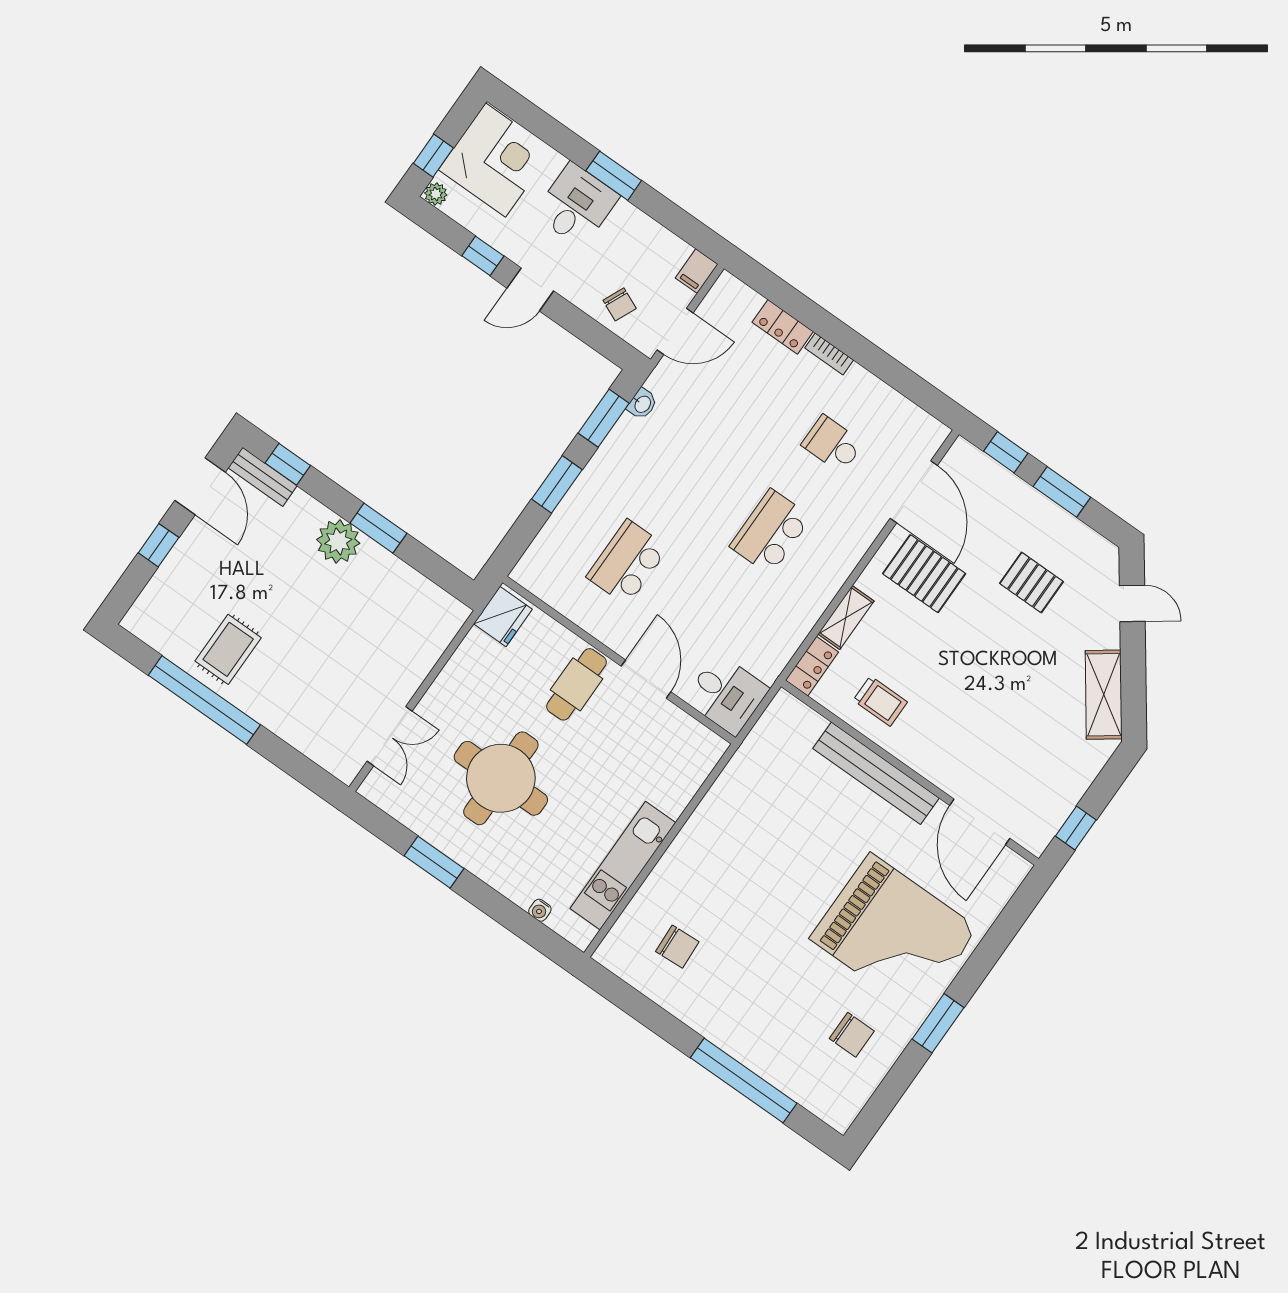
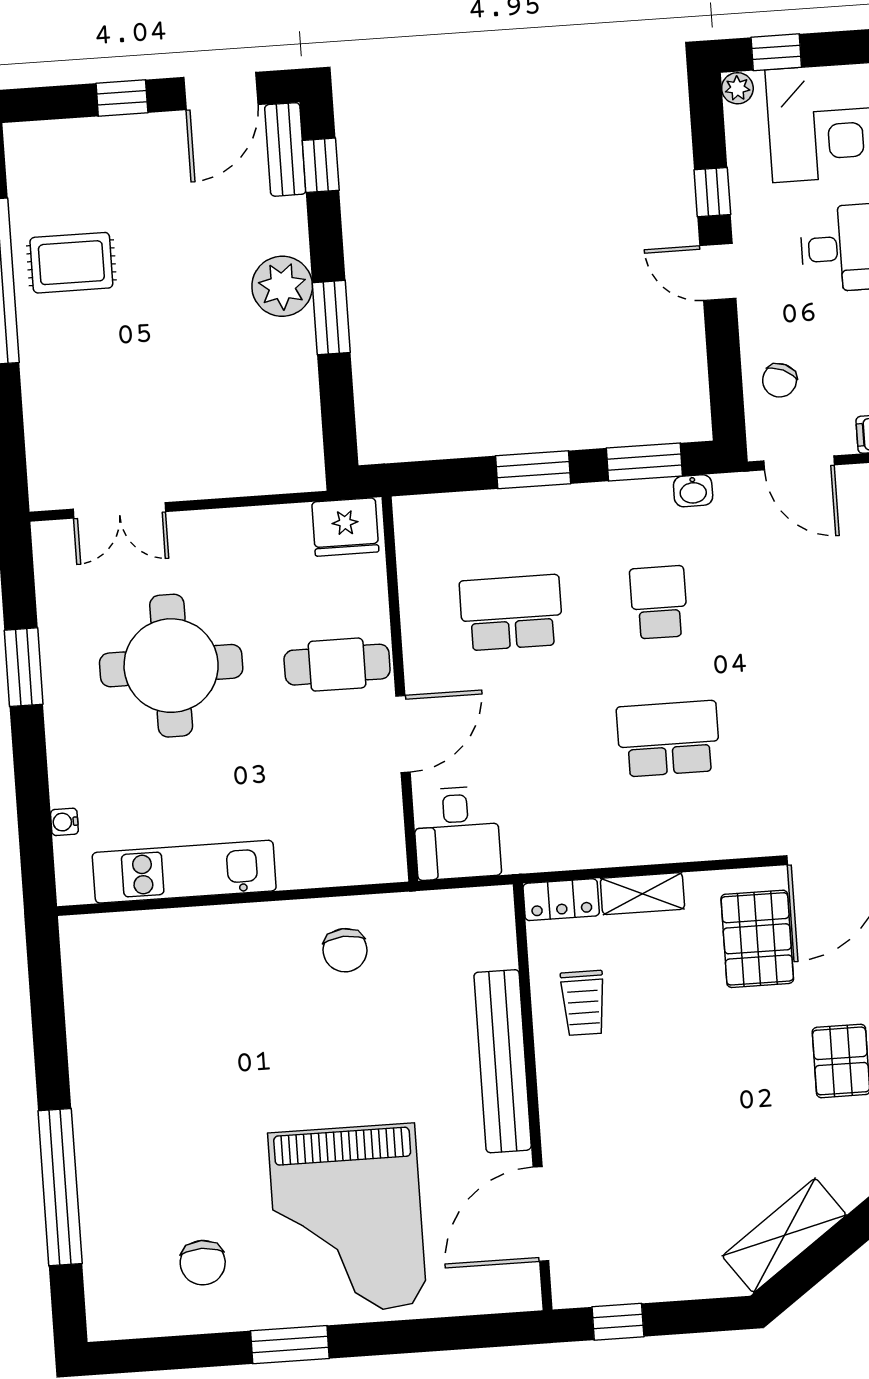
school desk: (832, 444) -> (659, 602), moved
chair: (677, 947) -> (345, 950), moved

